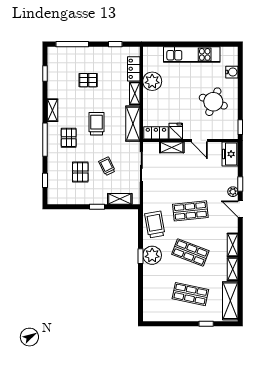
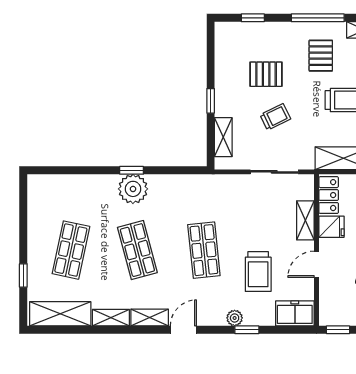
pallet: (69, 138) -> (321, 56), turned 90
door: (240, 209) -> (183, 330), moved
trolley: (155, 225) -> (258, 272), moved, turned 100
shop shelf: (190, 252) -> (137, 250), turned -36

